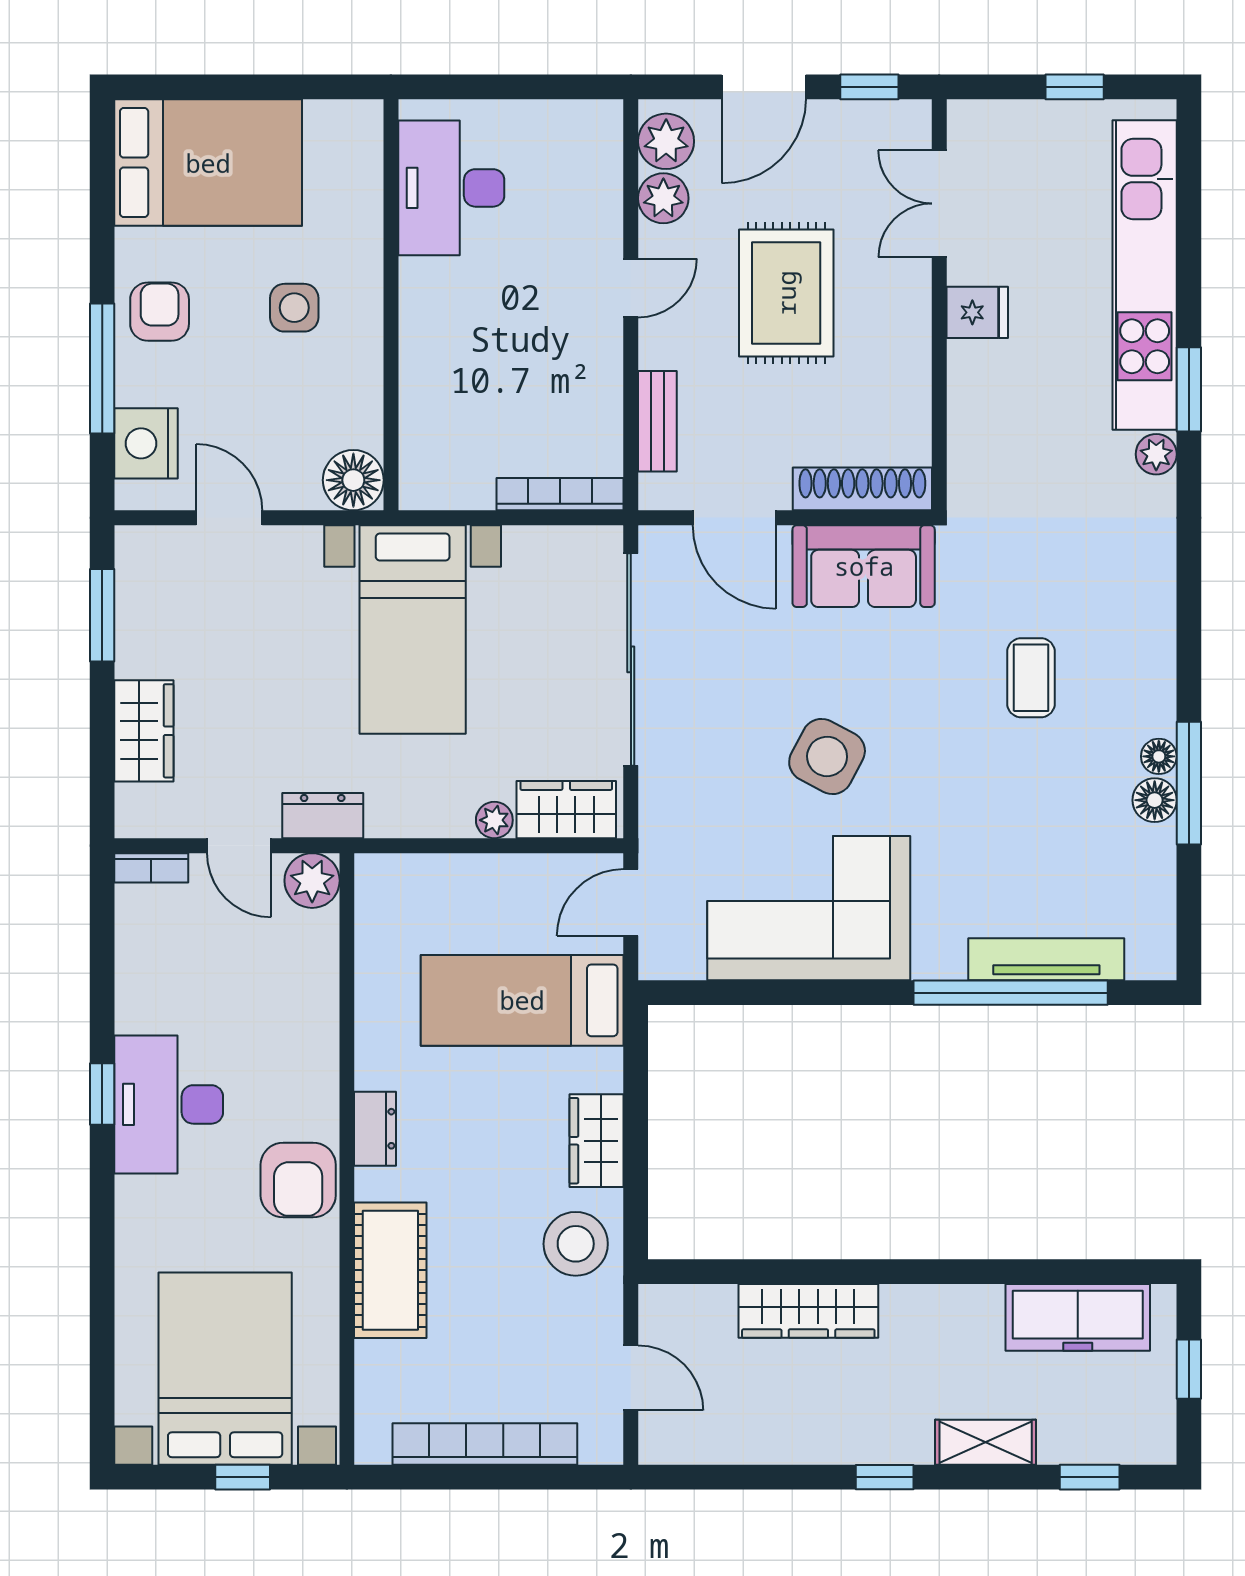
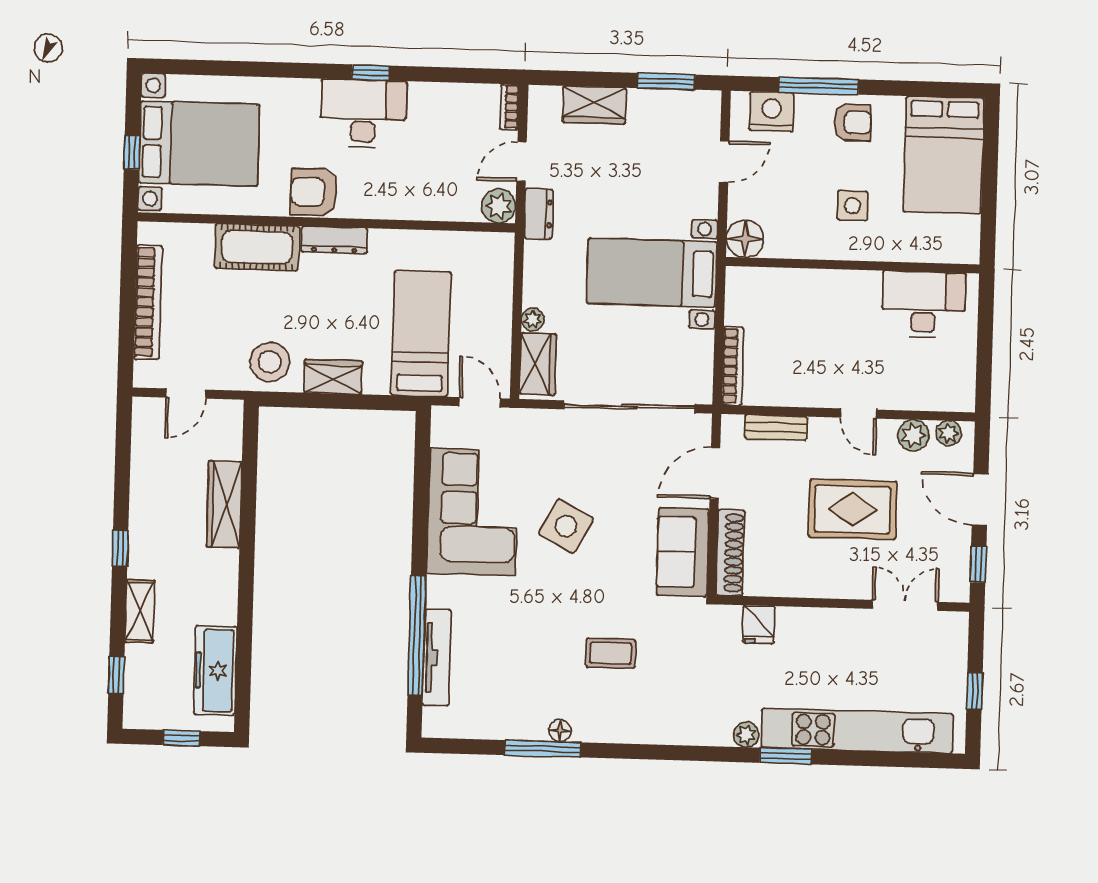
plant: (666, 141) -> (949, 433), width x0.73, depth x0.73
fridge: (977, 312) -> (759, 624), moved
floor lamp: (1155, 800) -> (533, 727), removed
dresser: (375, 1129) -> (334, 240), width x1.44

